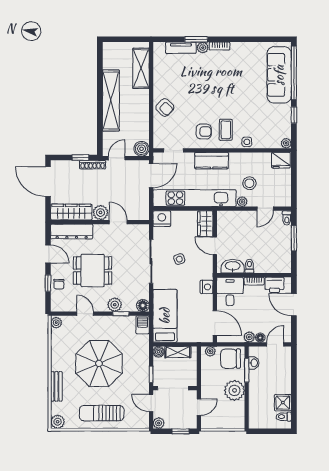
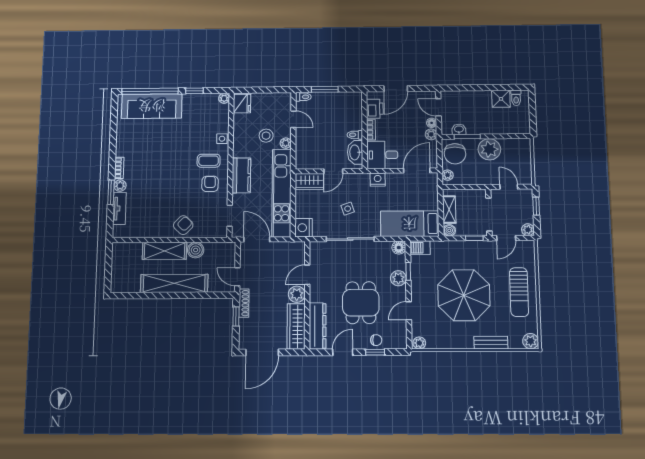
shelving: (141, 68) -> (164, 251), moved
boiler: (142, 149) -> (196, 250), moved

